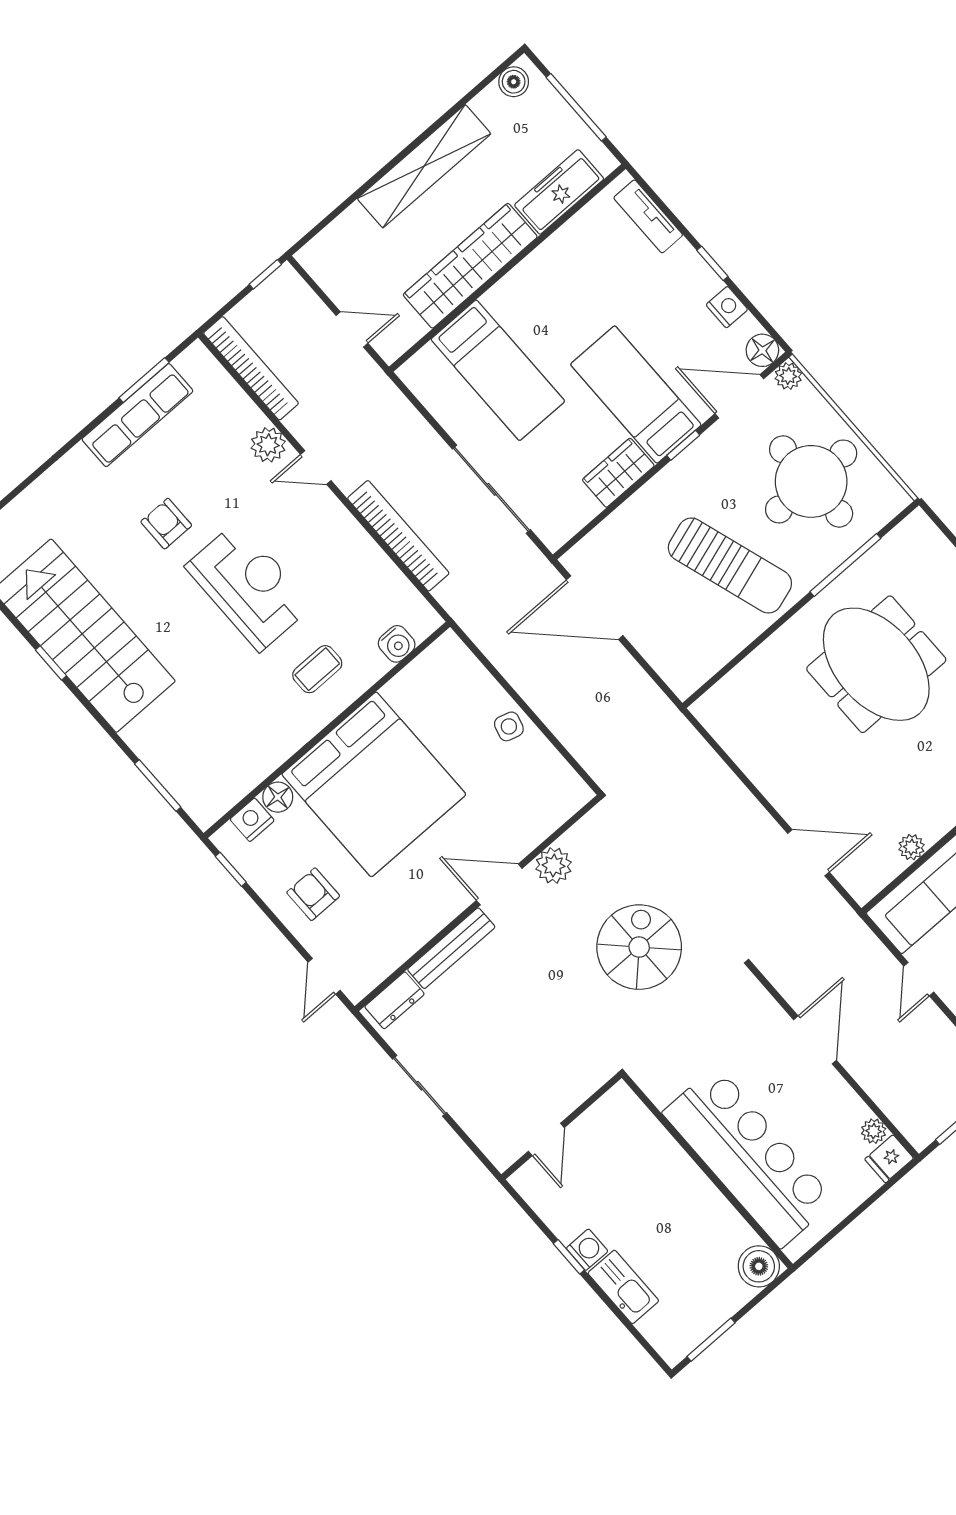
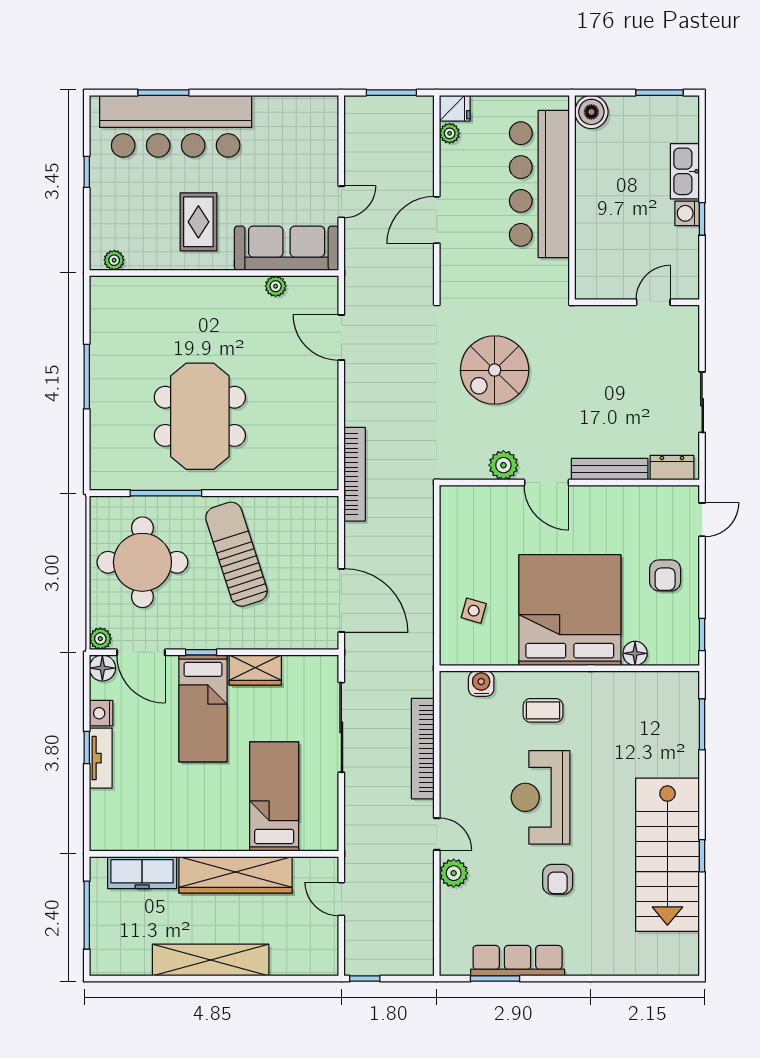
boiler: (514, 82) -> (111, 964), removed
tv unit: (648, 216) -> (101, 758), moved
bookcase: (251, 368) -> (355, 474), moved, turned 180
side table: (509, 726) -> (474, 611), moved
nightstand: (252, 820) -> (663, 653), removed

